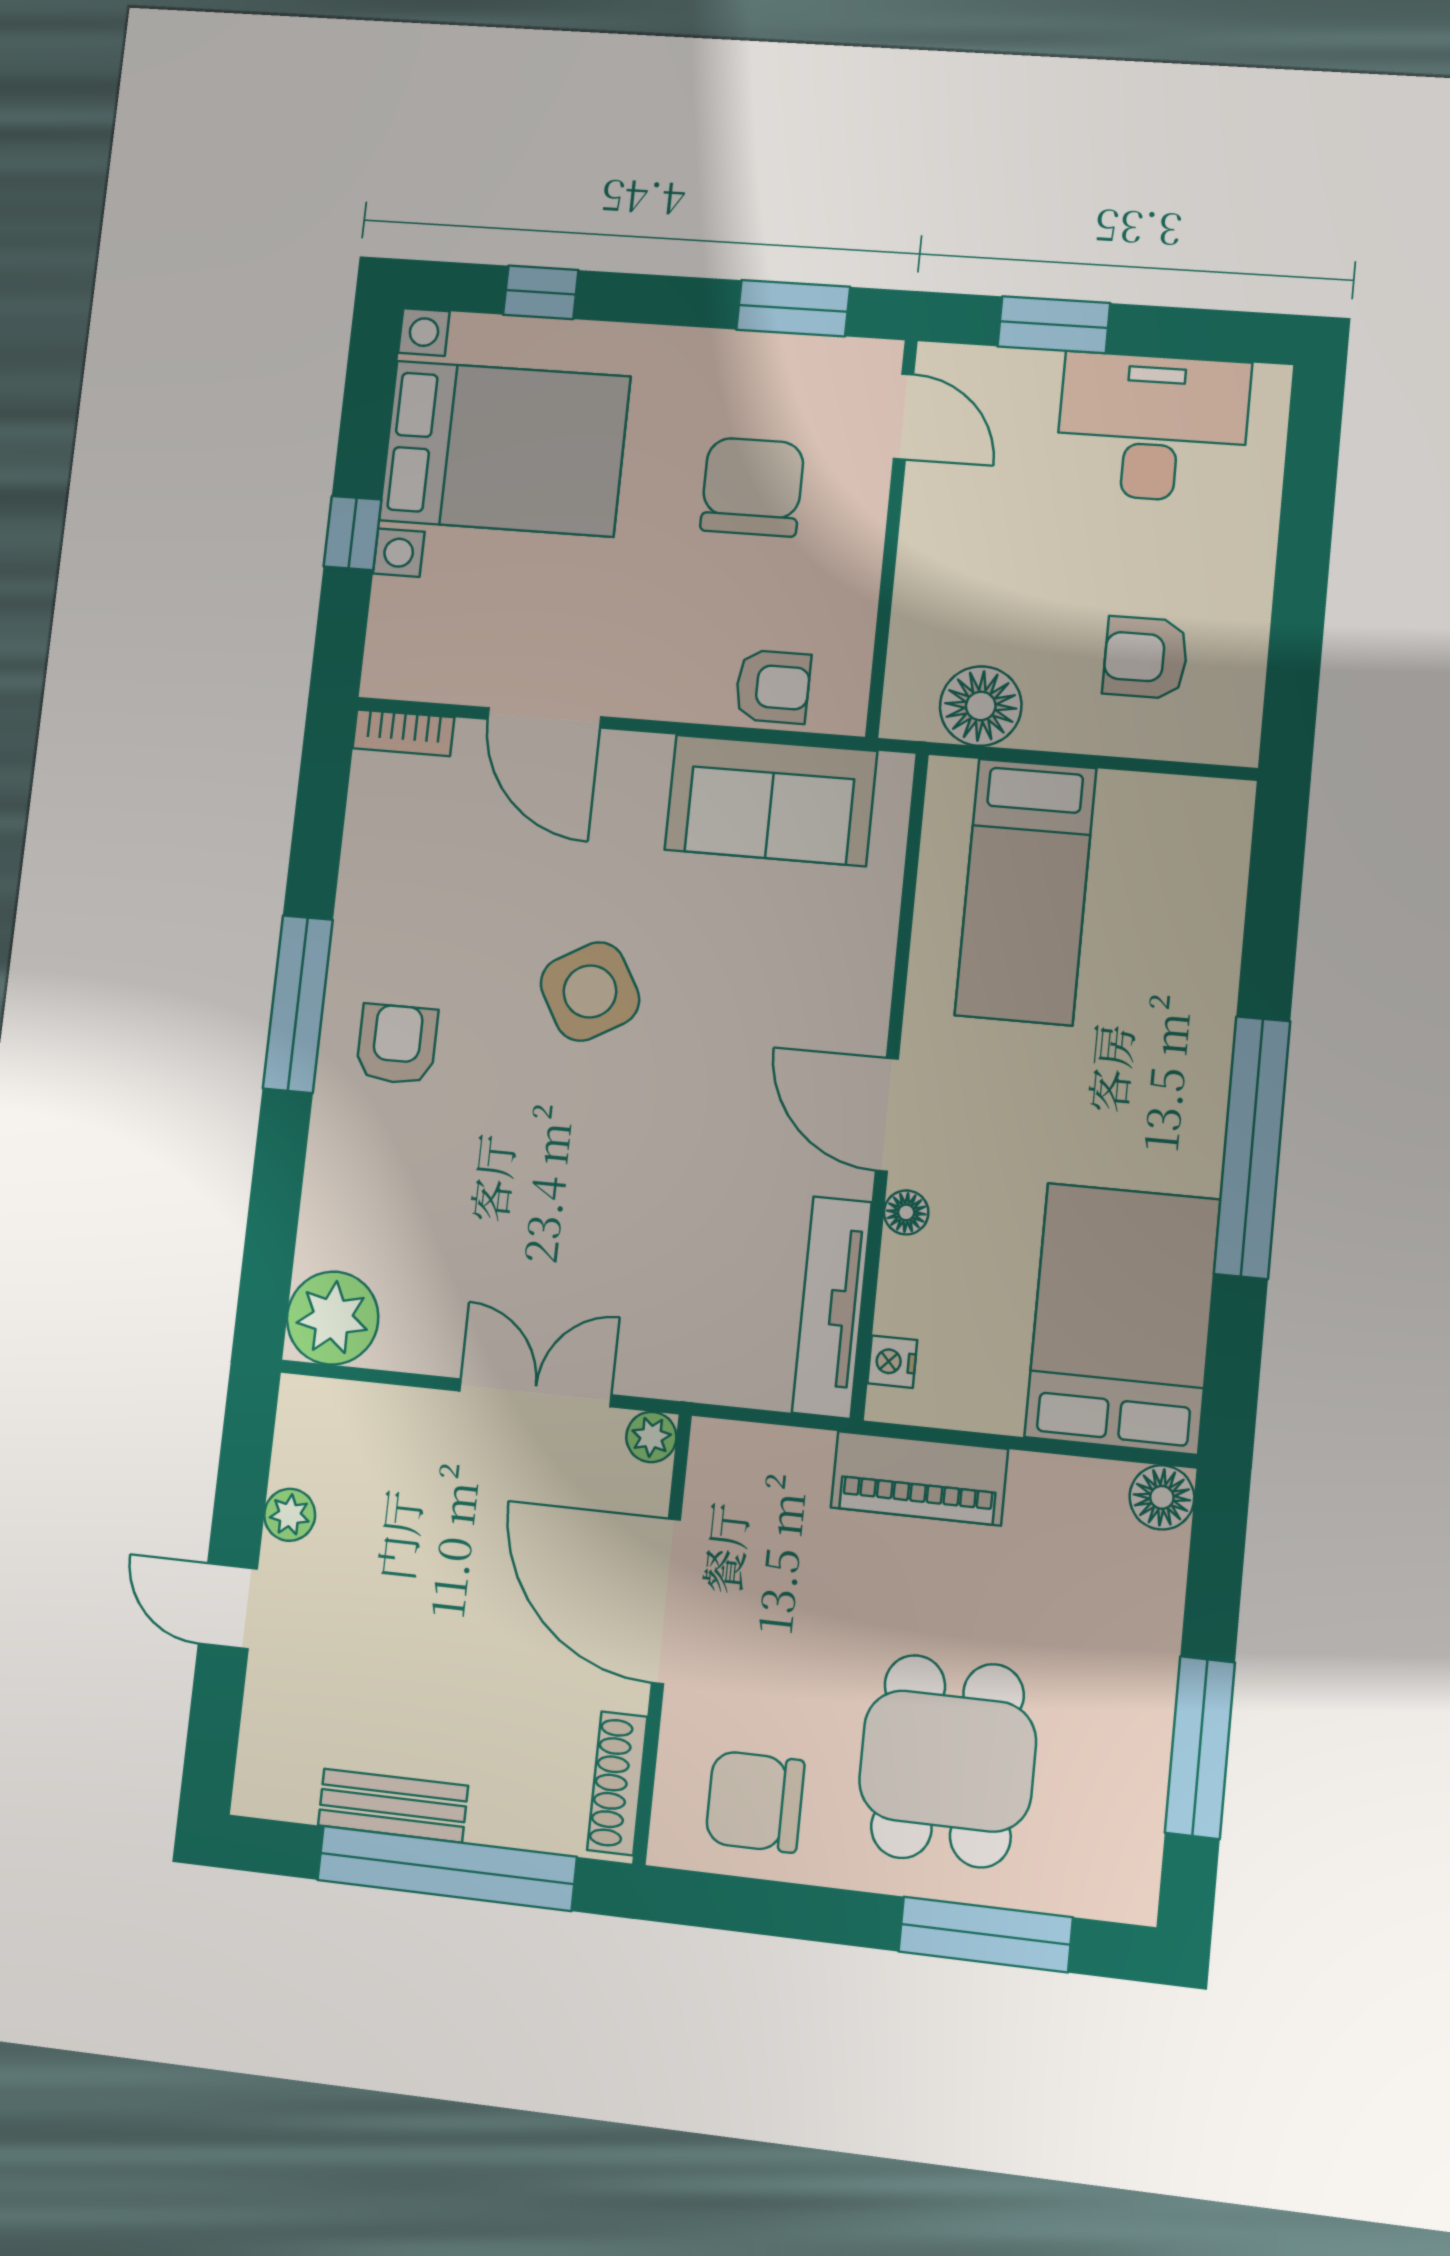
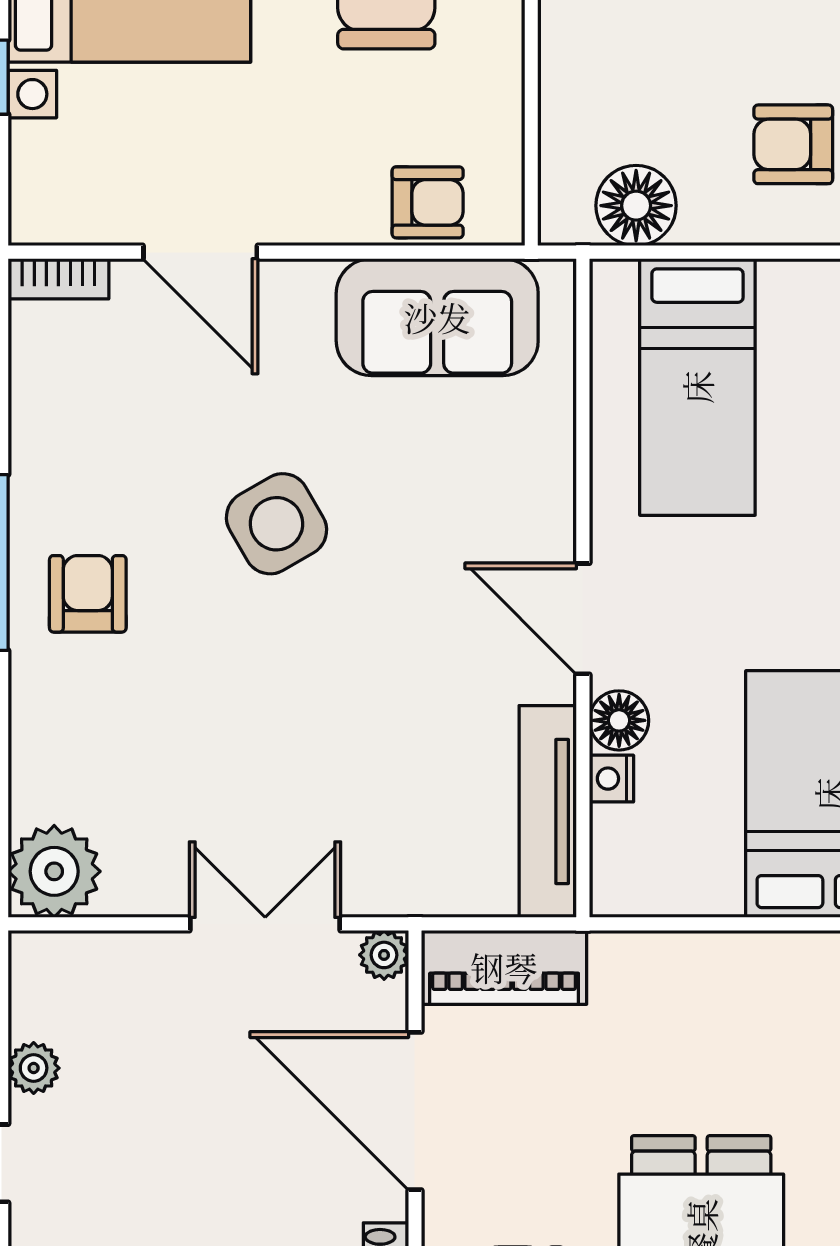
floor lamp: (906, 1212) -> (619, 720), width x1.37, depth x1.37
nightstand: (892, 1362) -> (611, 779), moved
piano: (919, 1478) -> (504, 967), moved

